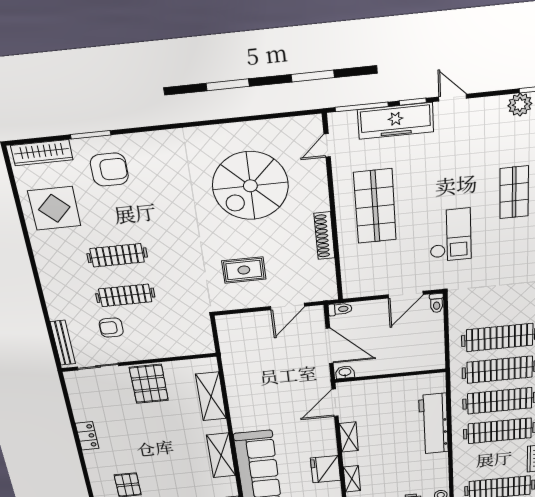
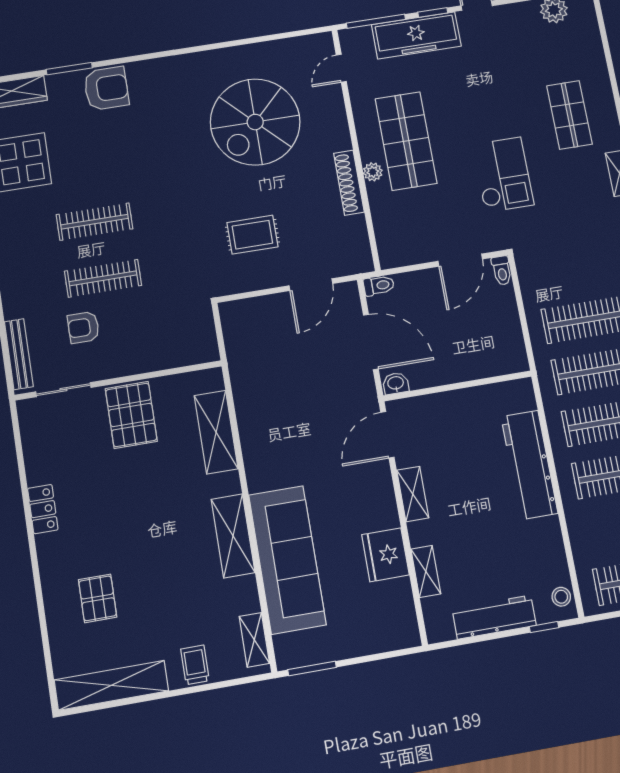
armchair: (109, 170) -> (106, 88), moved
plant: (345, 229) -> (373, 172), added

